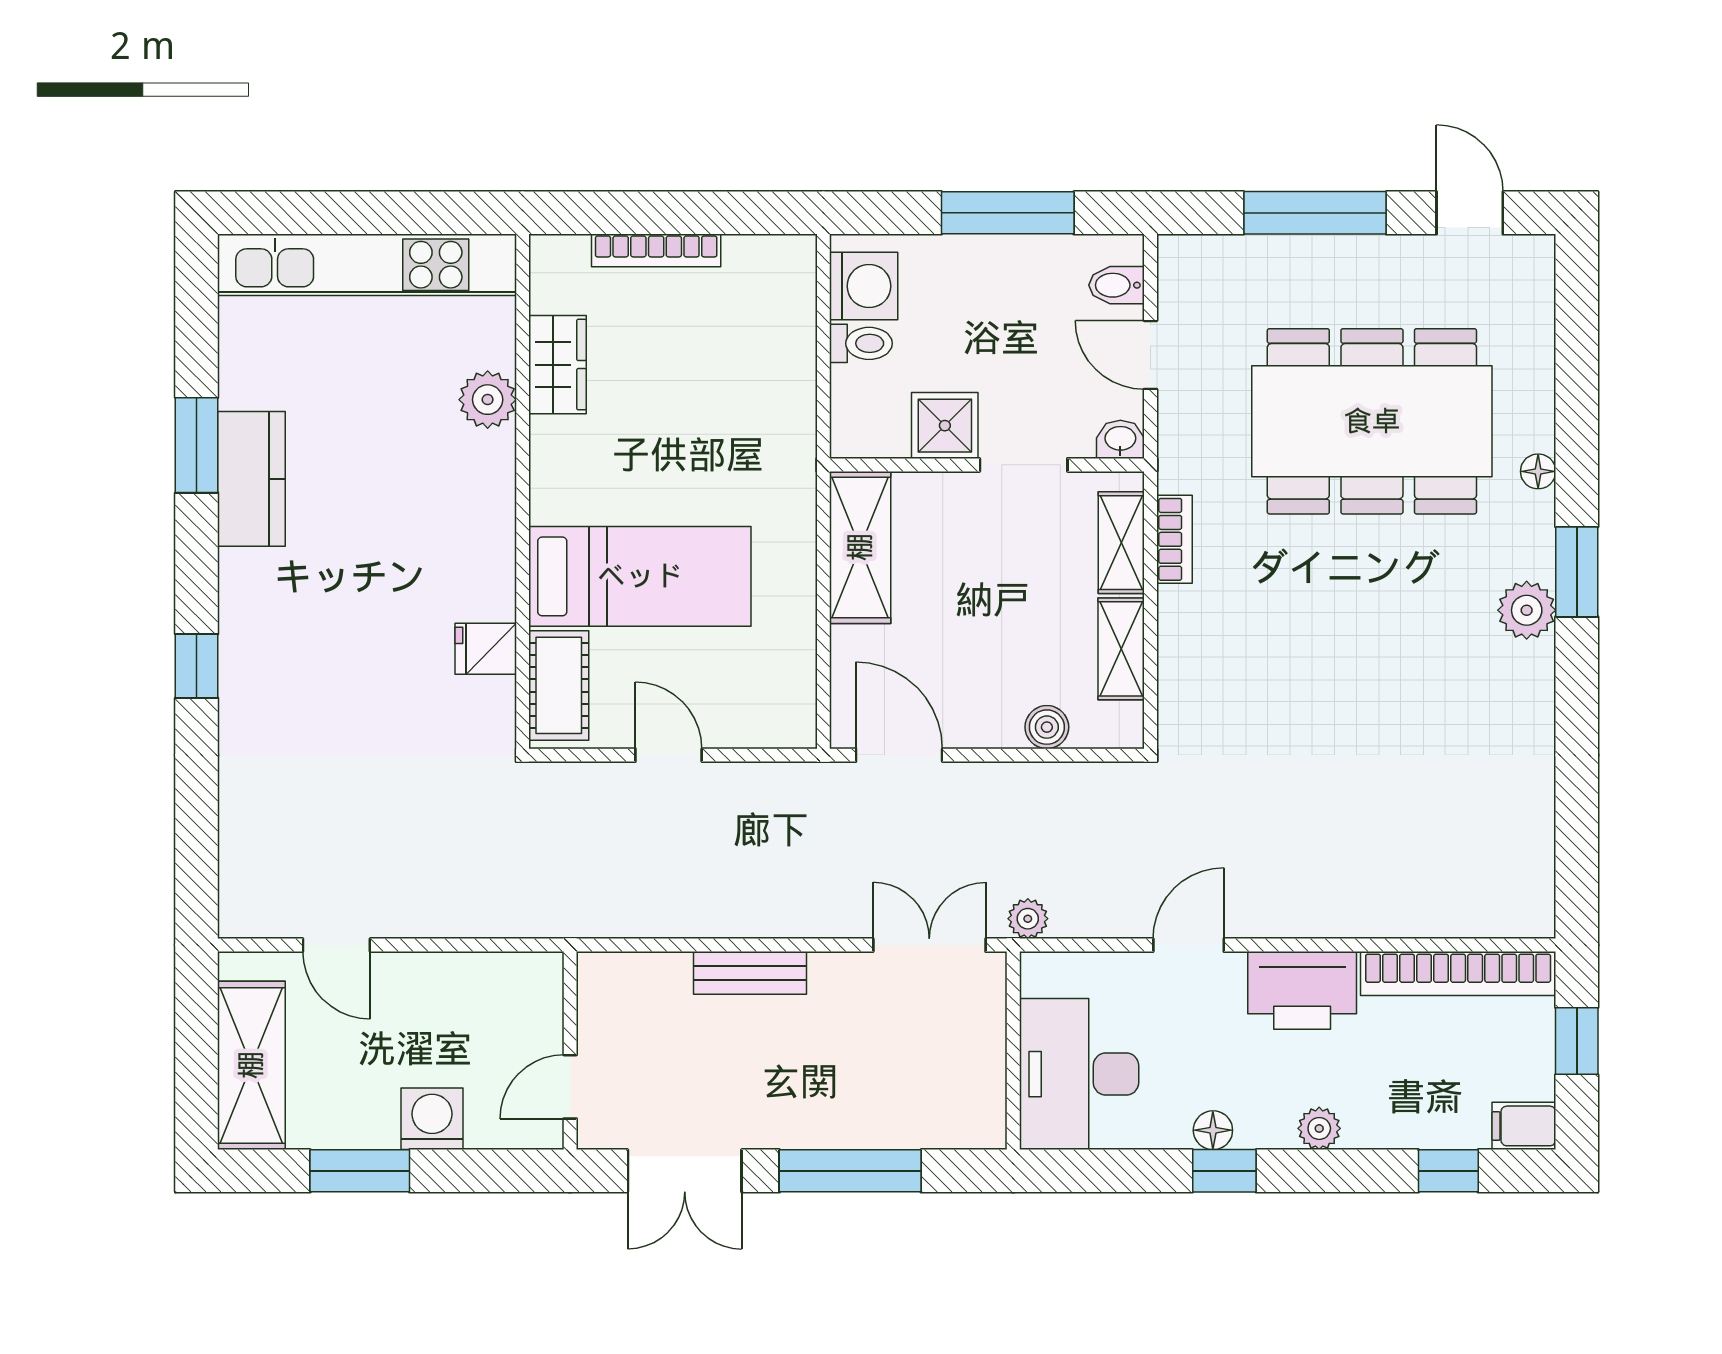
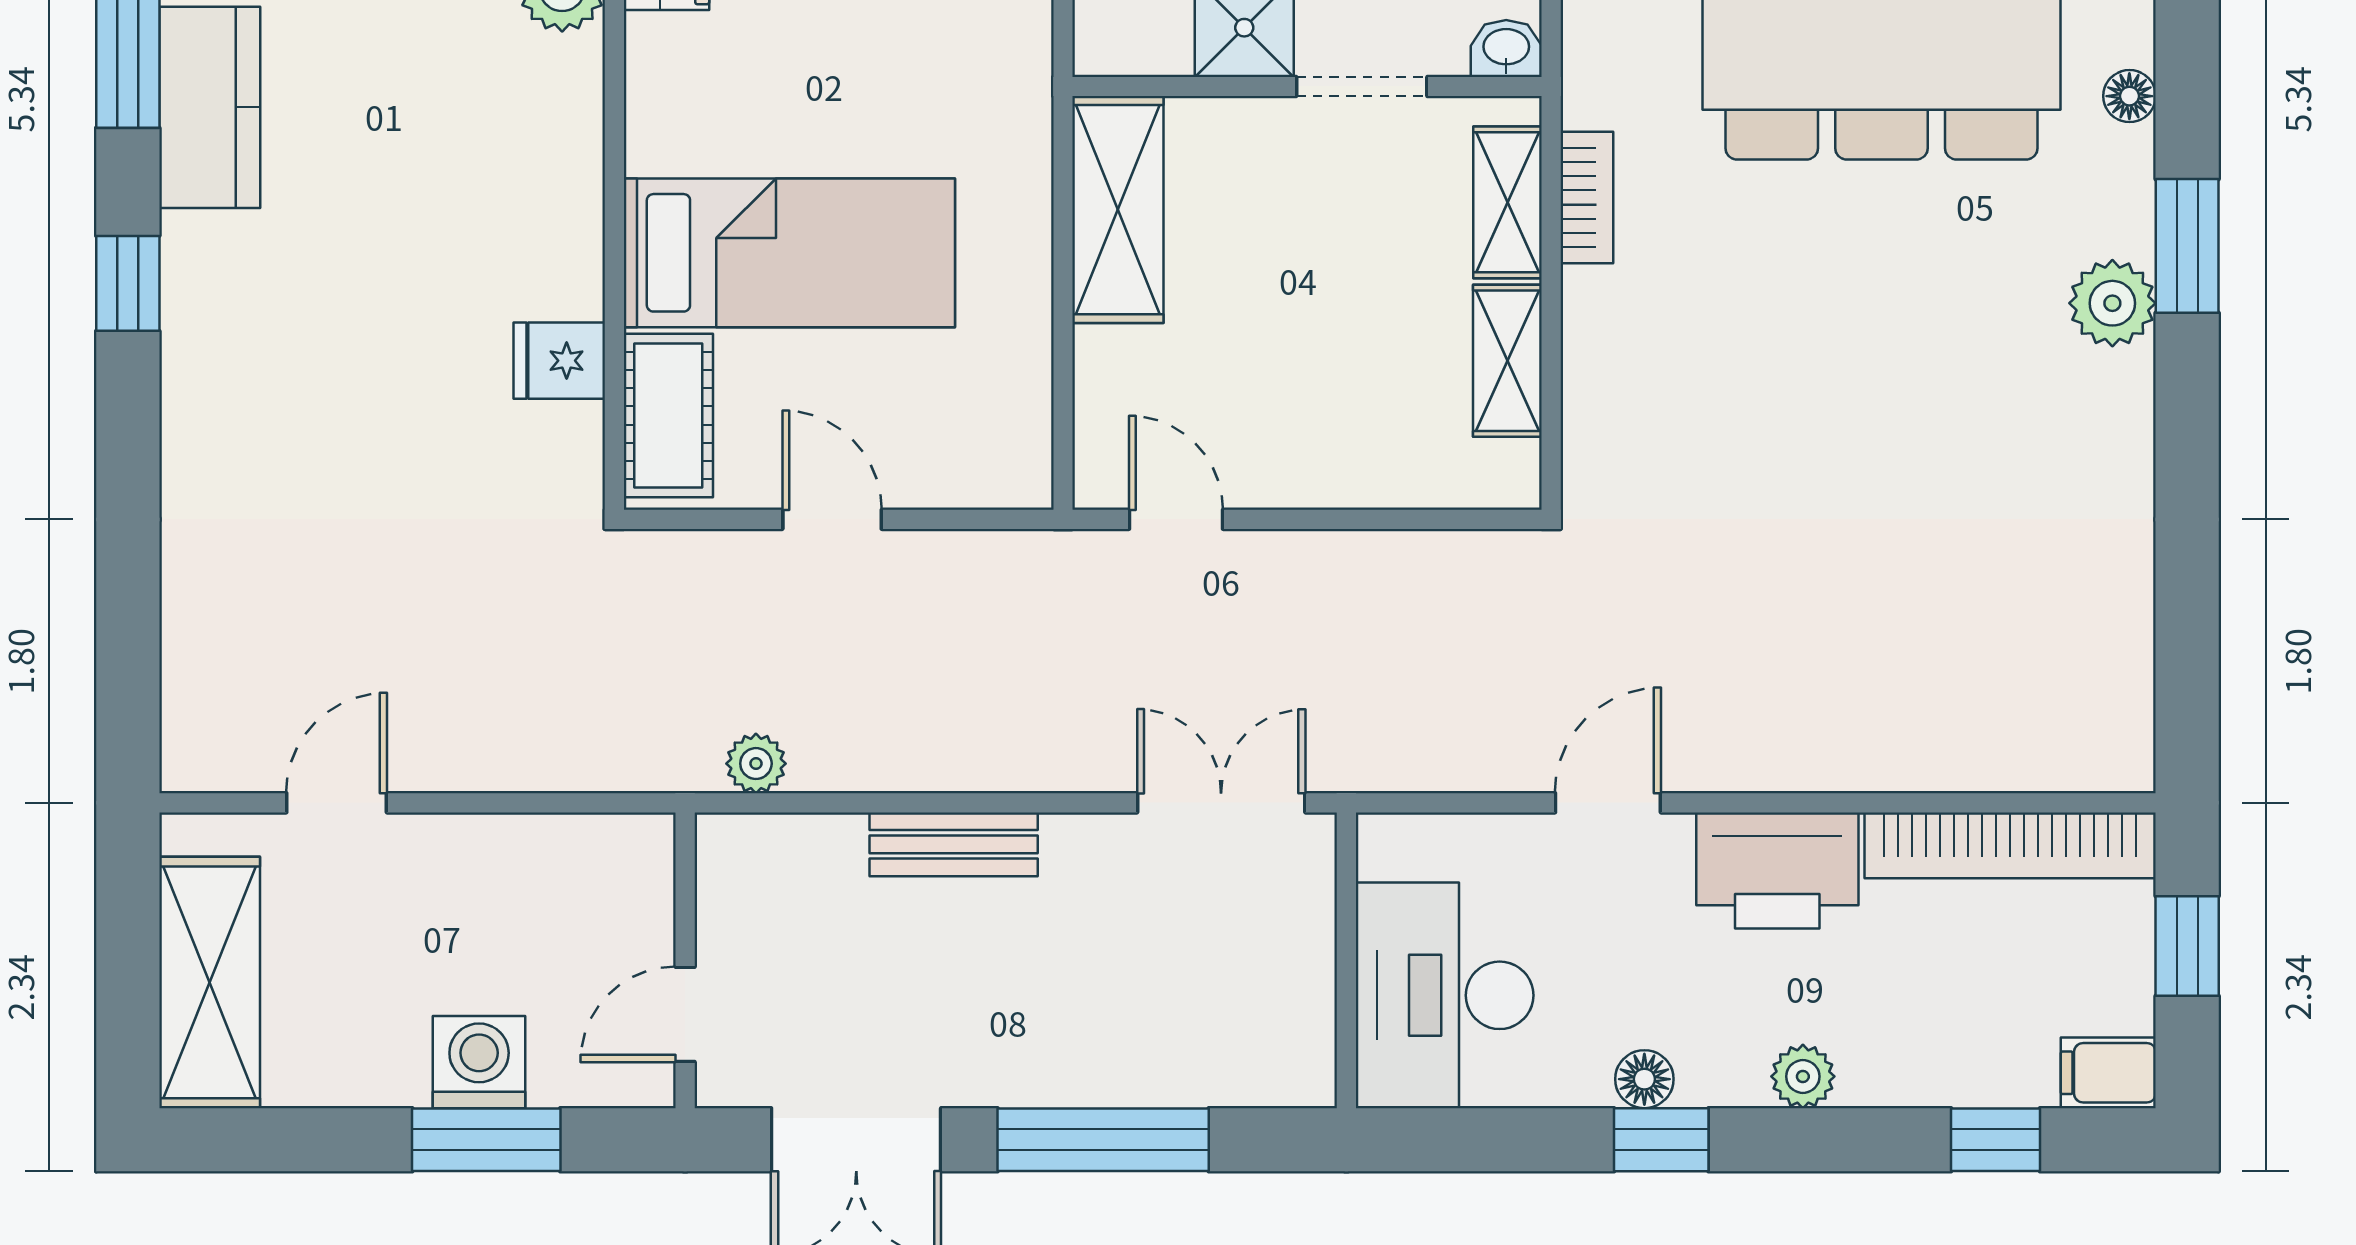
window: (197, 666) -> (128, 283), moved
boiler: (1047, 727) -> (1397, 478), removed
door: (899, 755) -> (1176, 519), width x0.73
plant: (1028, 919) -> (756, 764), moved
door: (336, 945) -> (337, 803), swing flipped
window: (360, 1171) -> (486, 1140), moved

